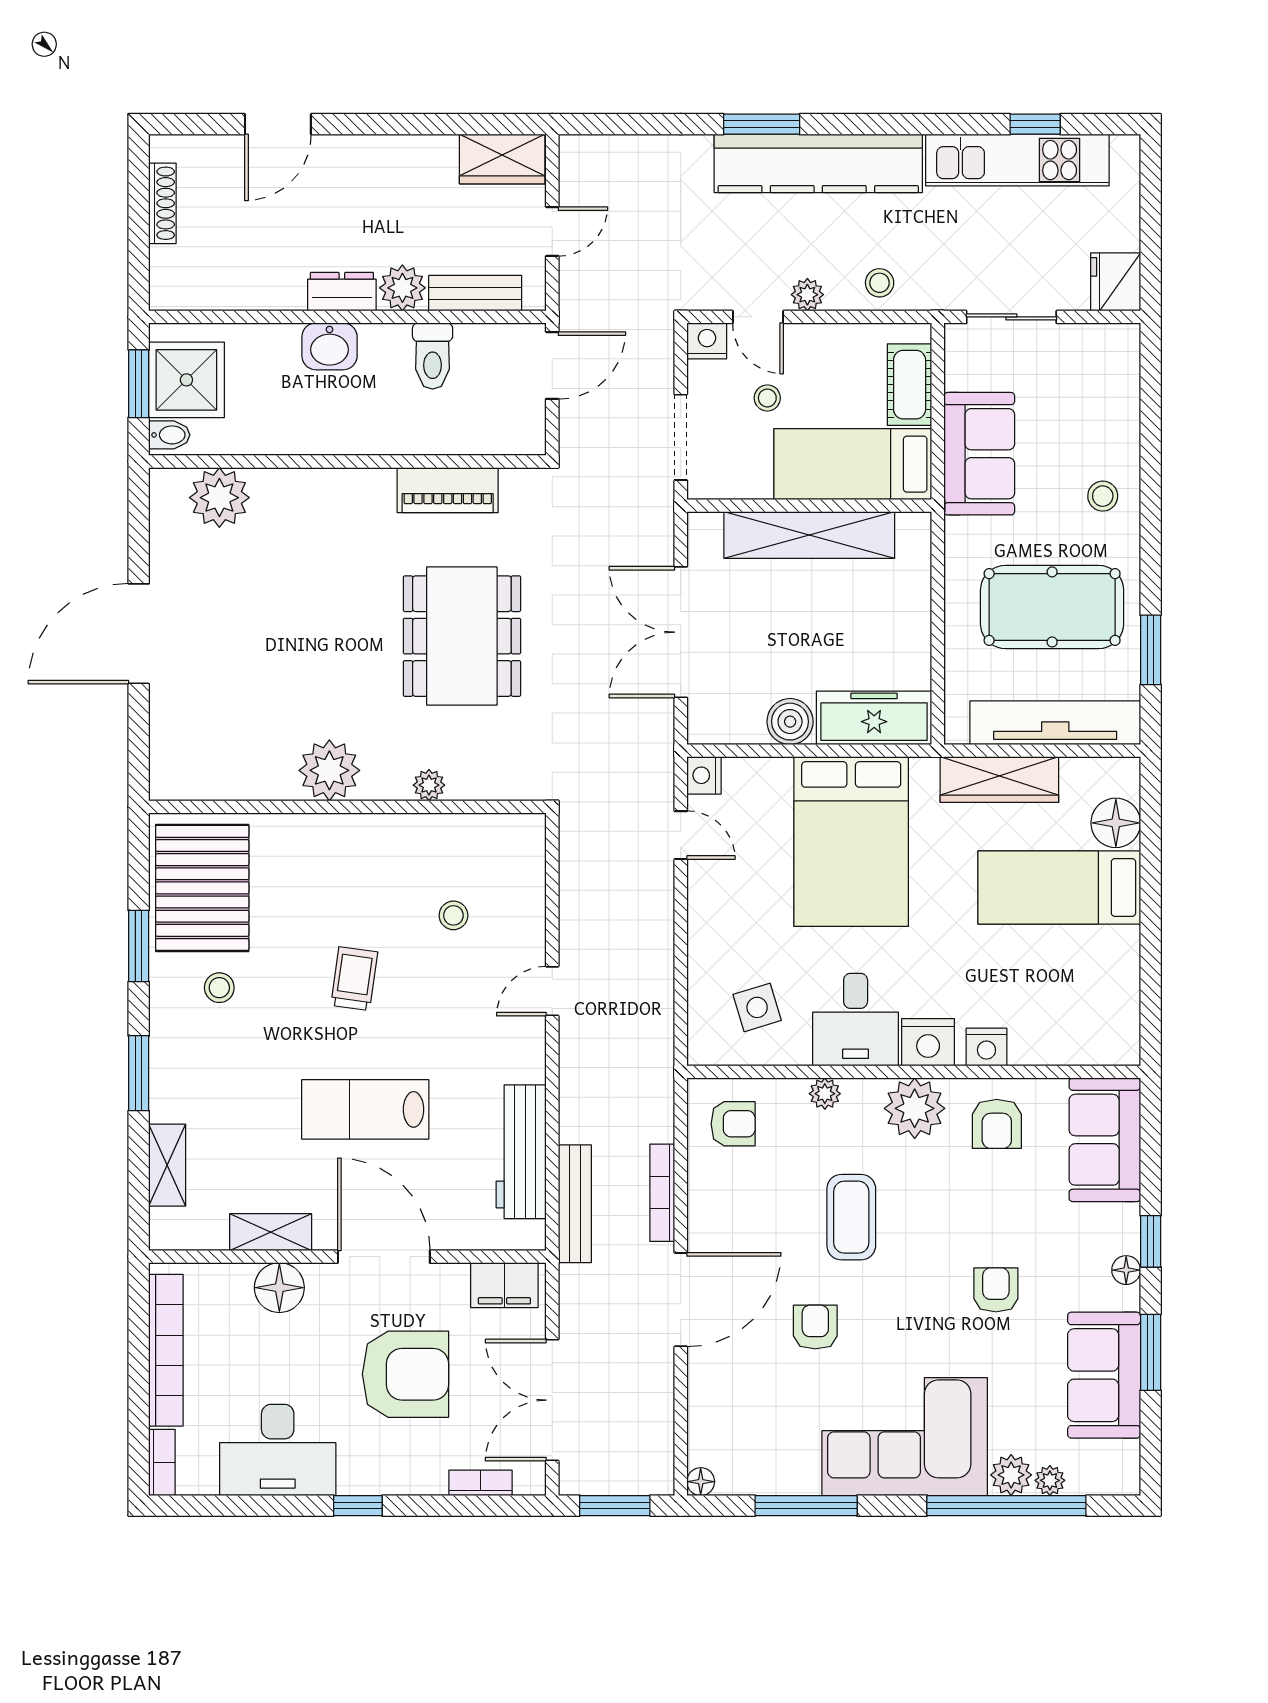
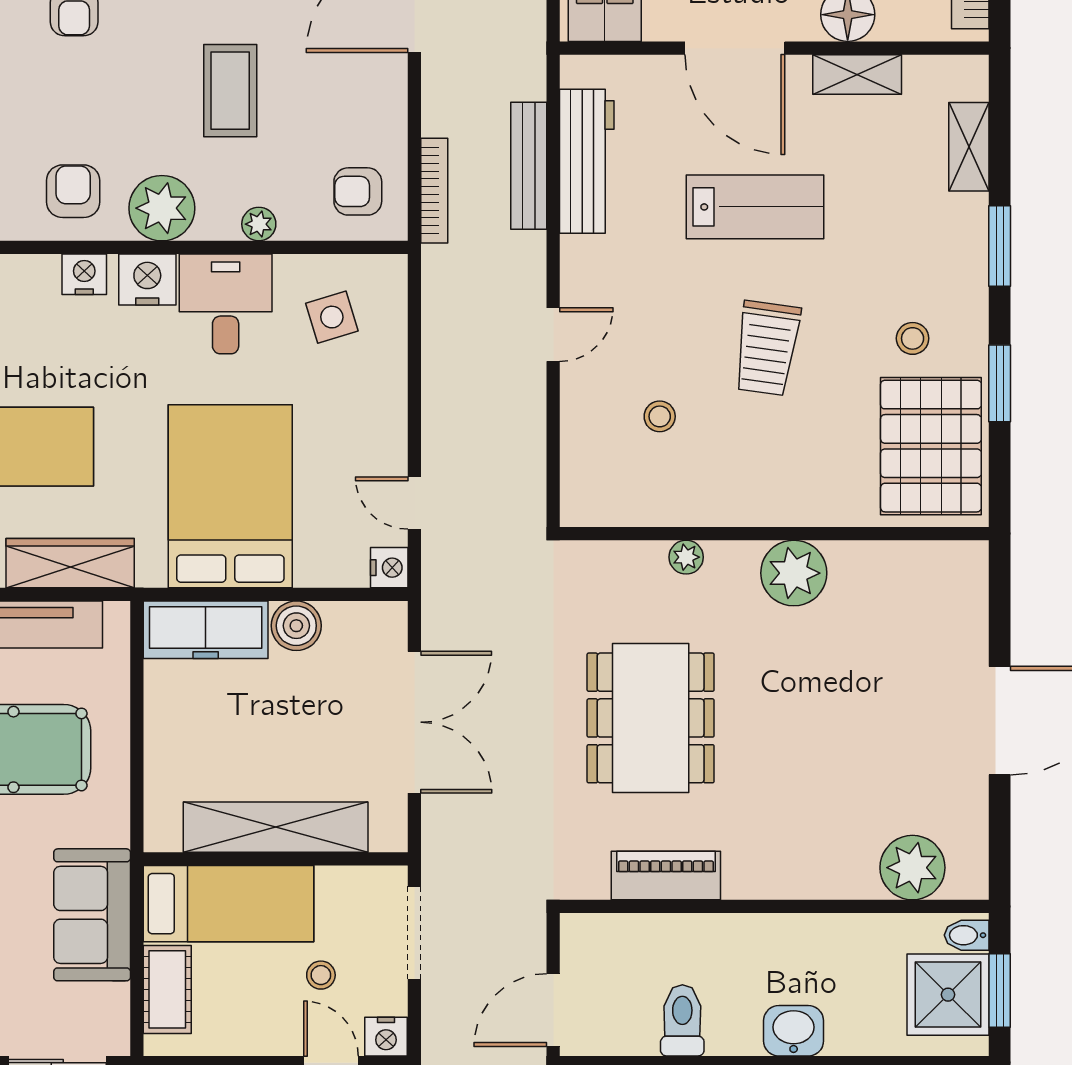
trolley: (354, 979) -> (767, 348), width x1.36, depth x1.39
bookcase: (662, 1193) -> (434, 191), moved
bench: (575, 1204) -> (529, 166), moved

